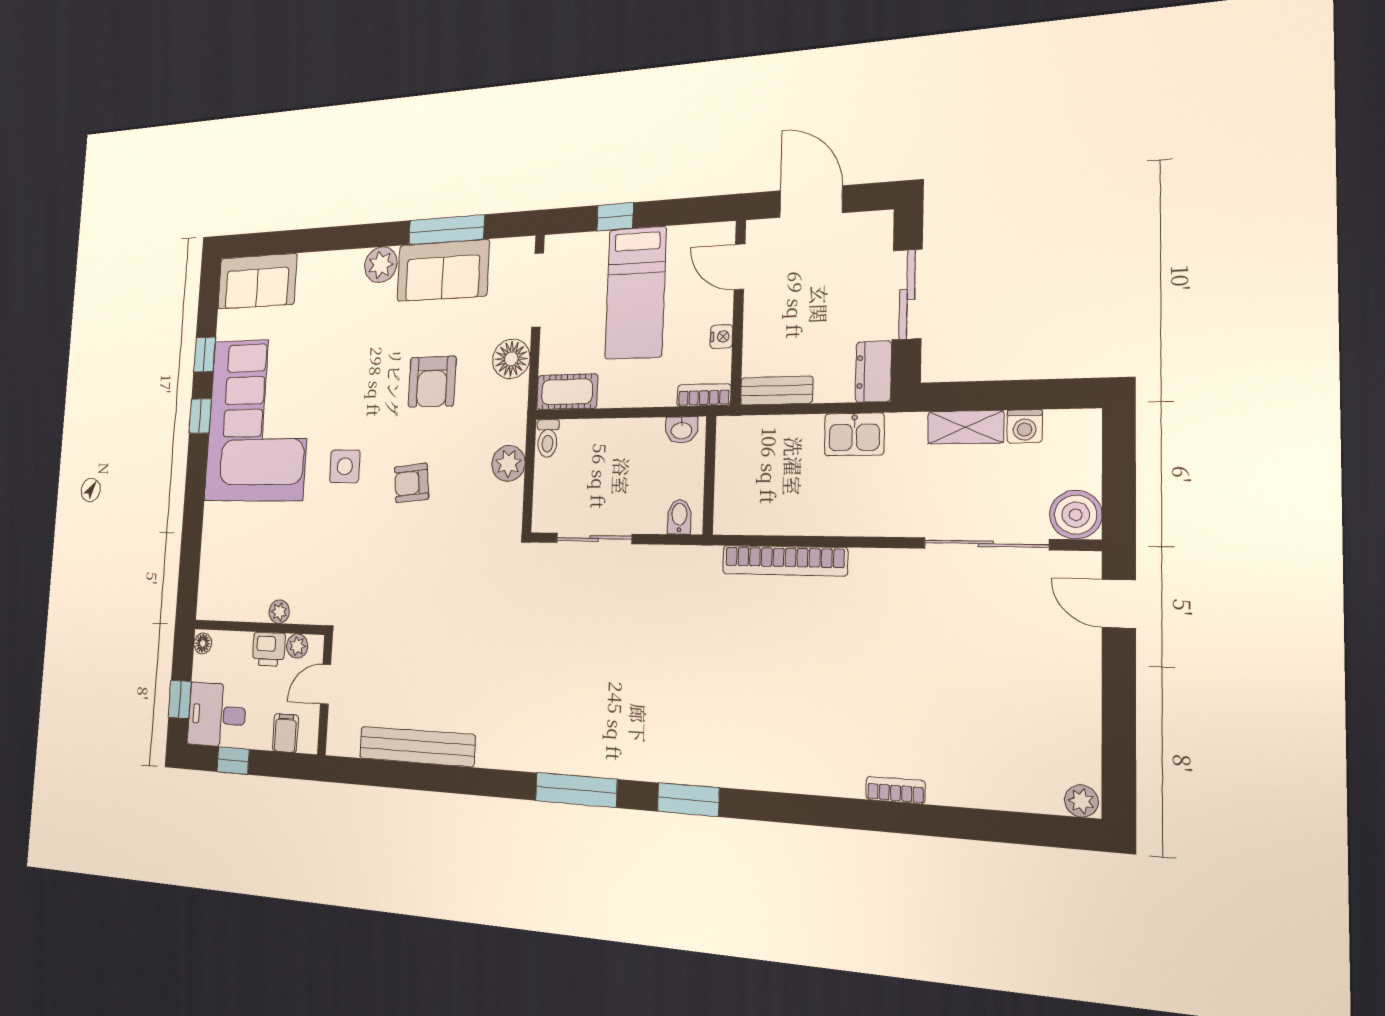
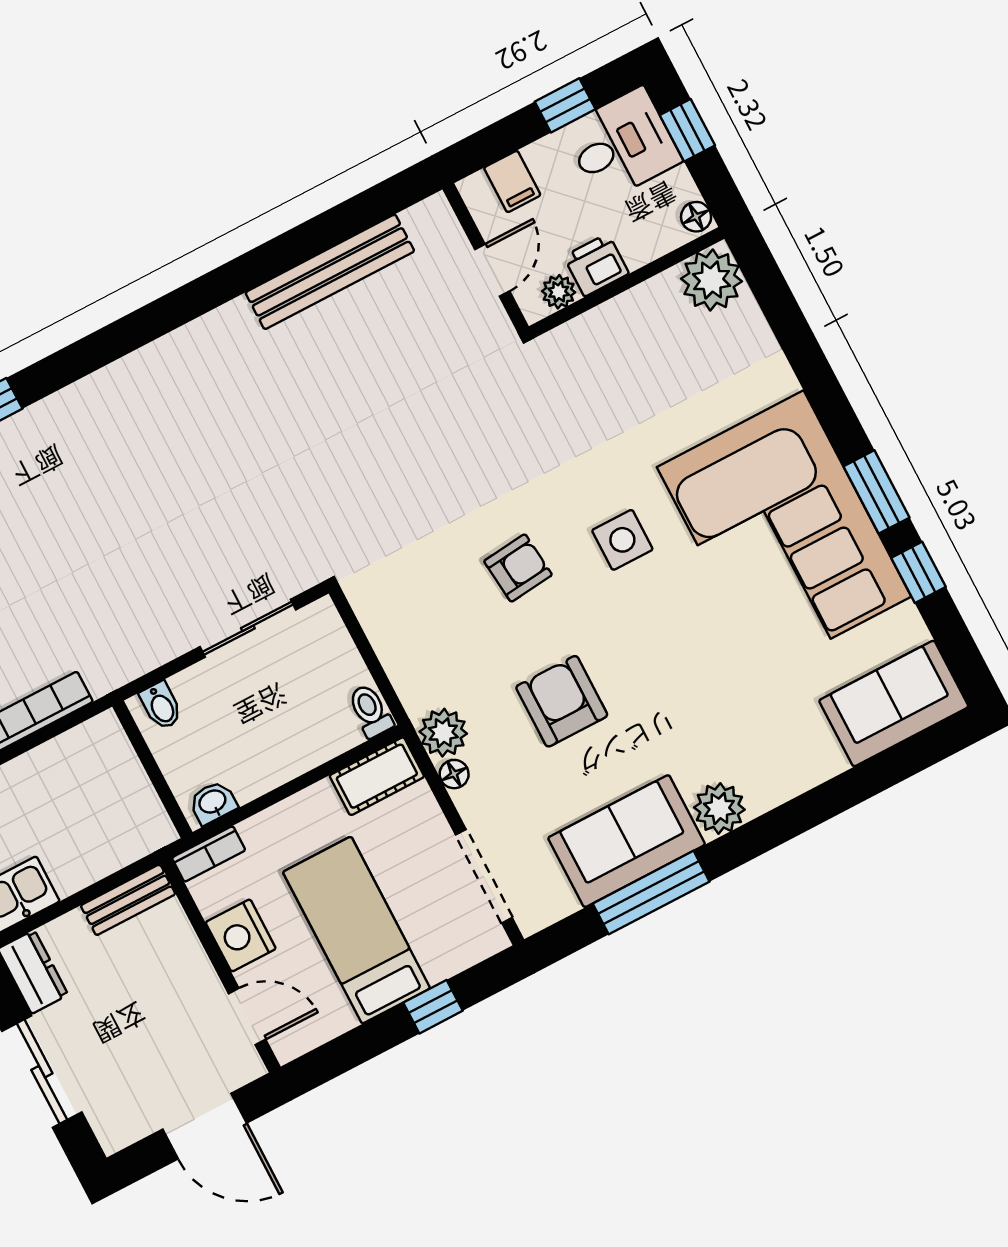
nightstand: (721, 337) -> (241, 935), width x1.89, depth x1.79
floor lamp: (511, 359) -> (454, 774), width x0.53, depth x0.53
window: (200, 416) -> (876, 492), width x1.50
plant: (508, 463) -> (443, 733), moved
plant: (279, 612) -> (711, 280), moved, width x1.88, depth x1.88
window: (576, 790) -> (110, 343), removed

